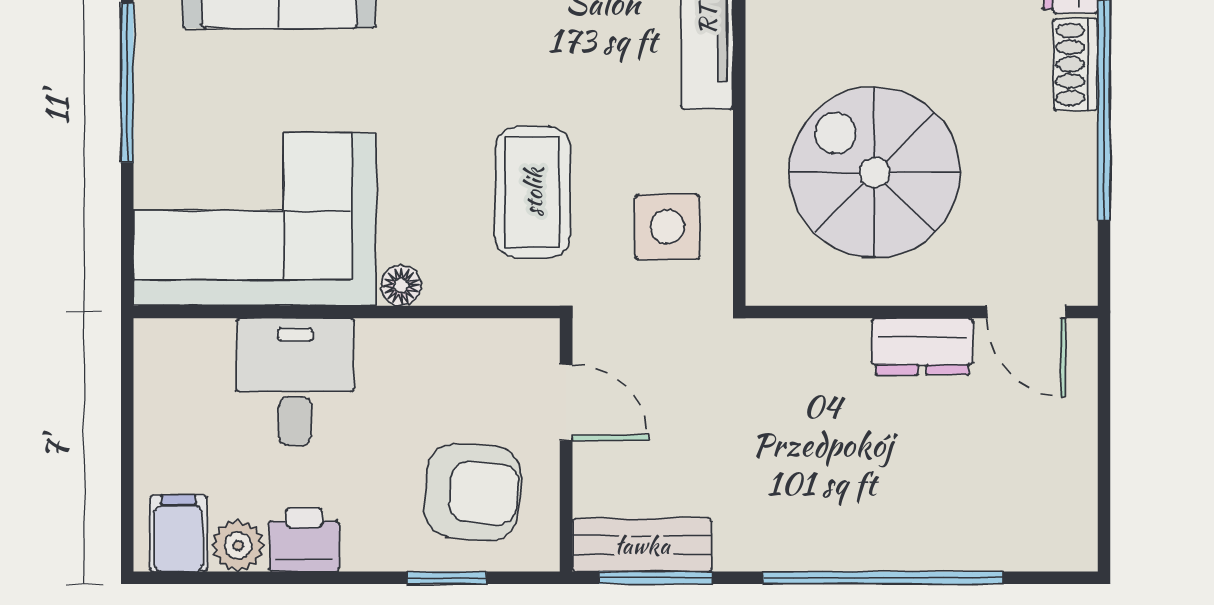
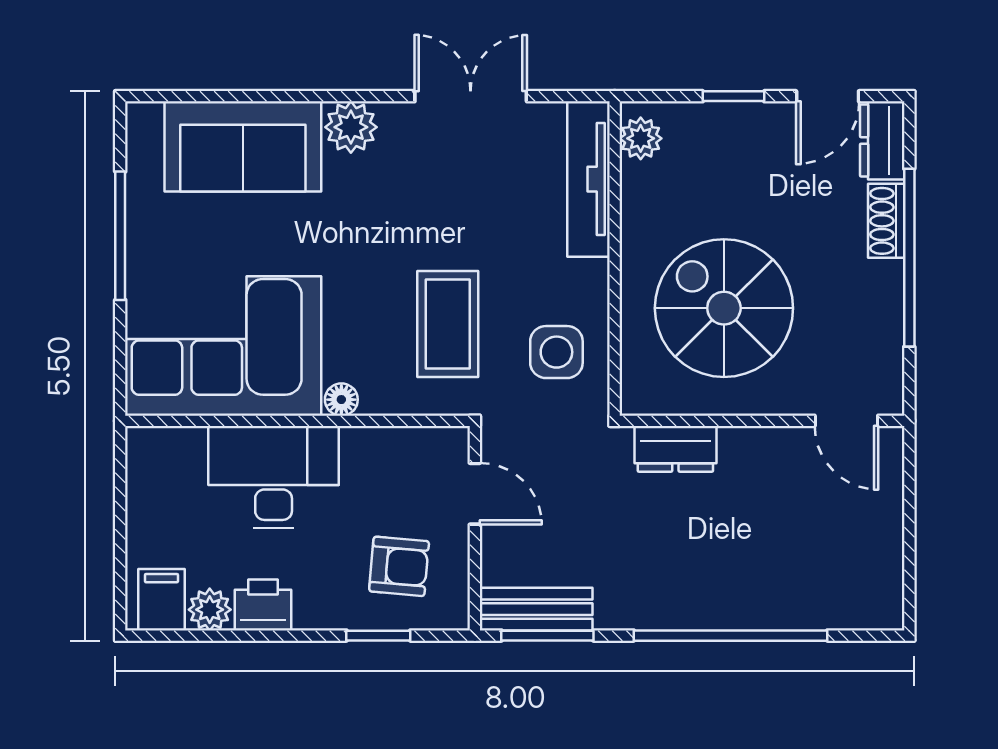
dresser: (922, 347) -> (675, 449), moved
desk: (295, 382) -> (274, 477), width x1.37
armchair: (472, 492) -> (399, 566), width x0.72, depth x0.72

